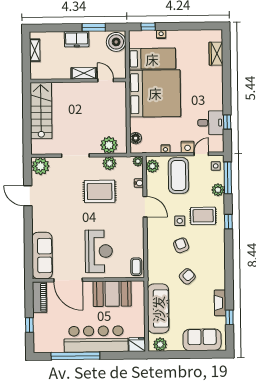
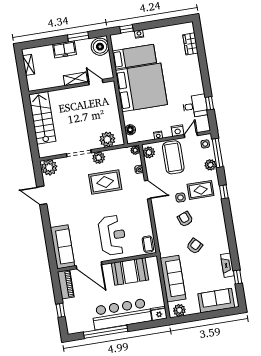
plant: (109, 163) -> (99, 158), moved

